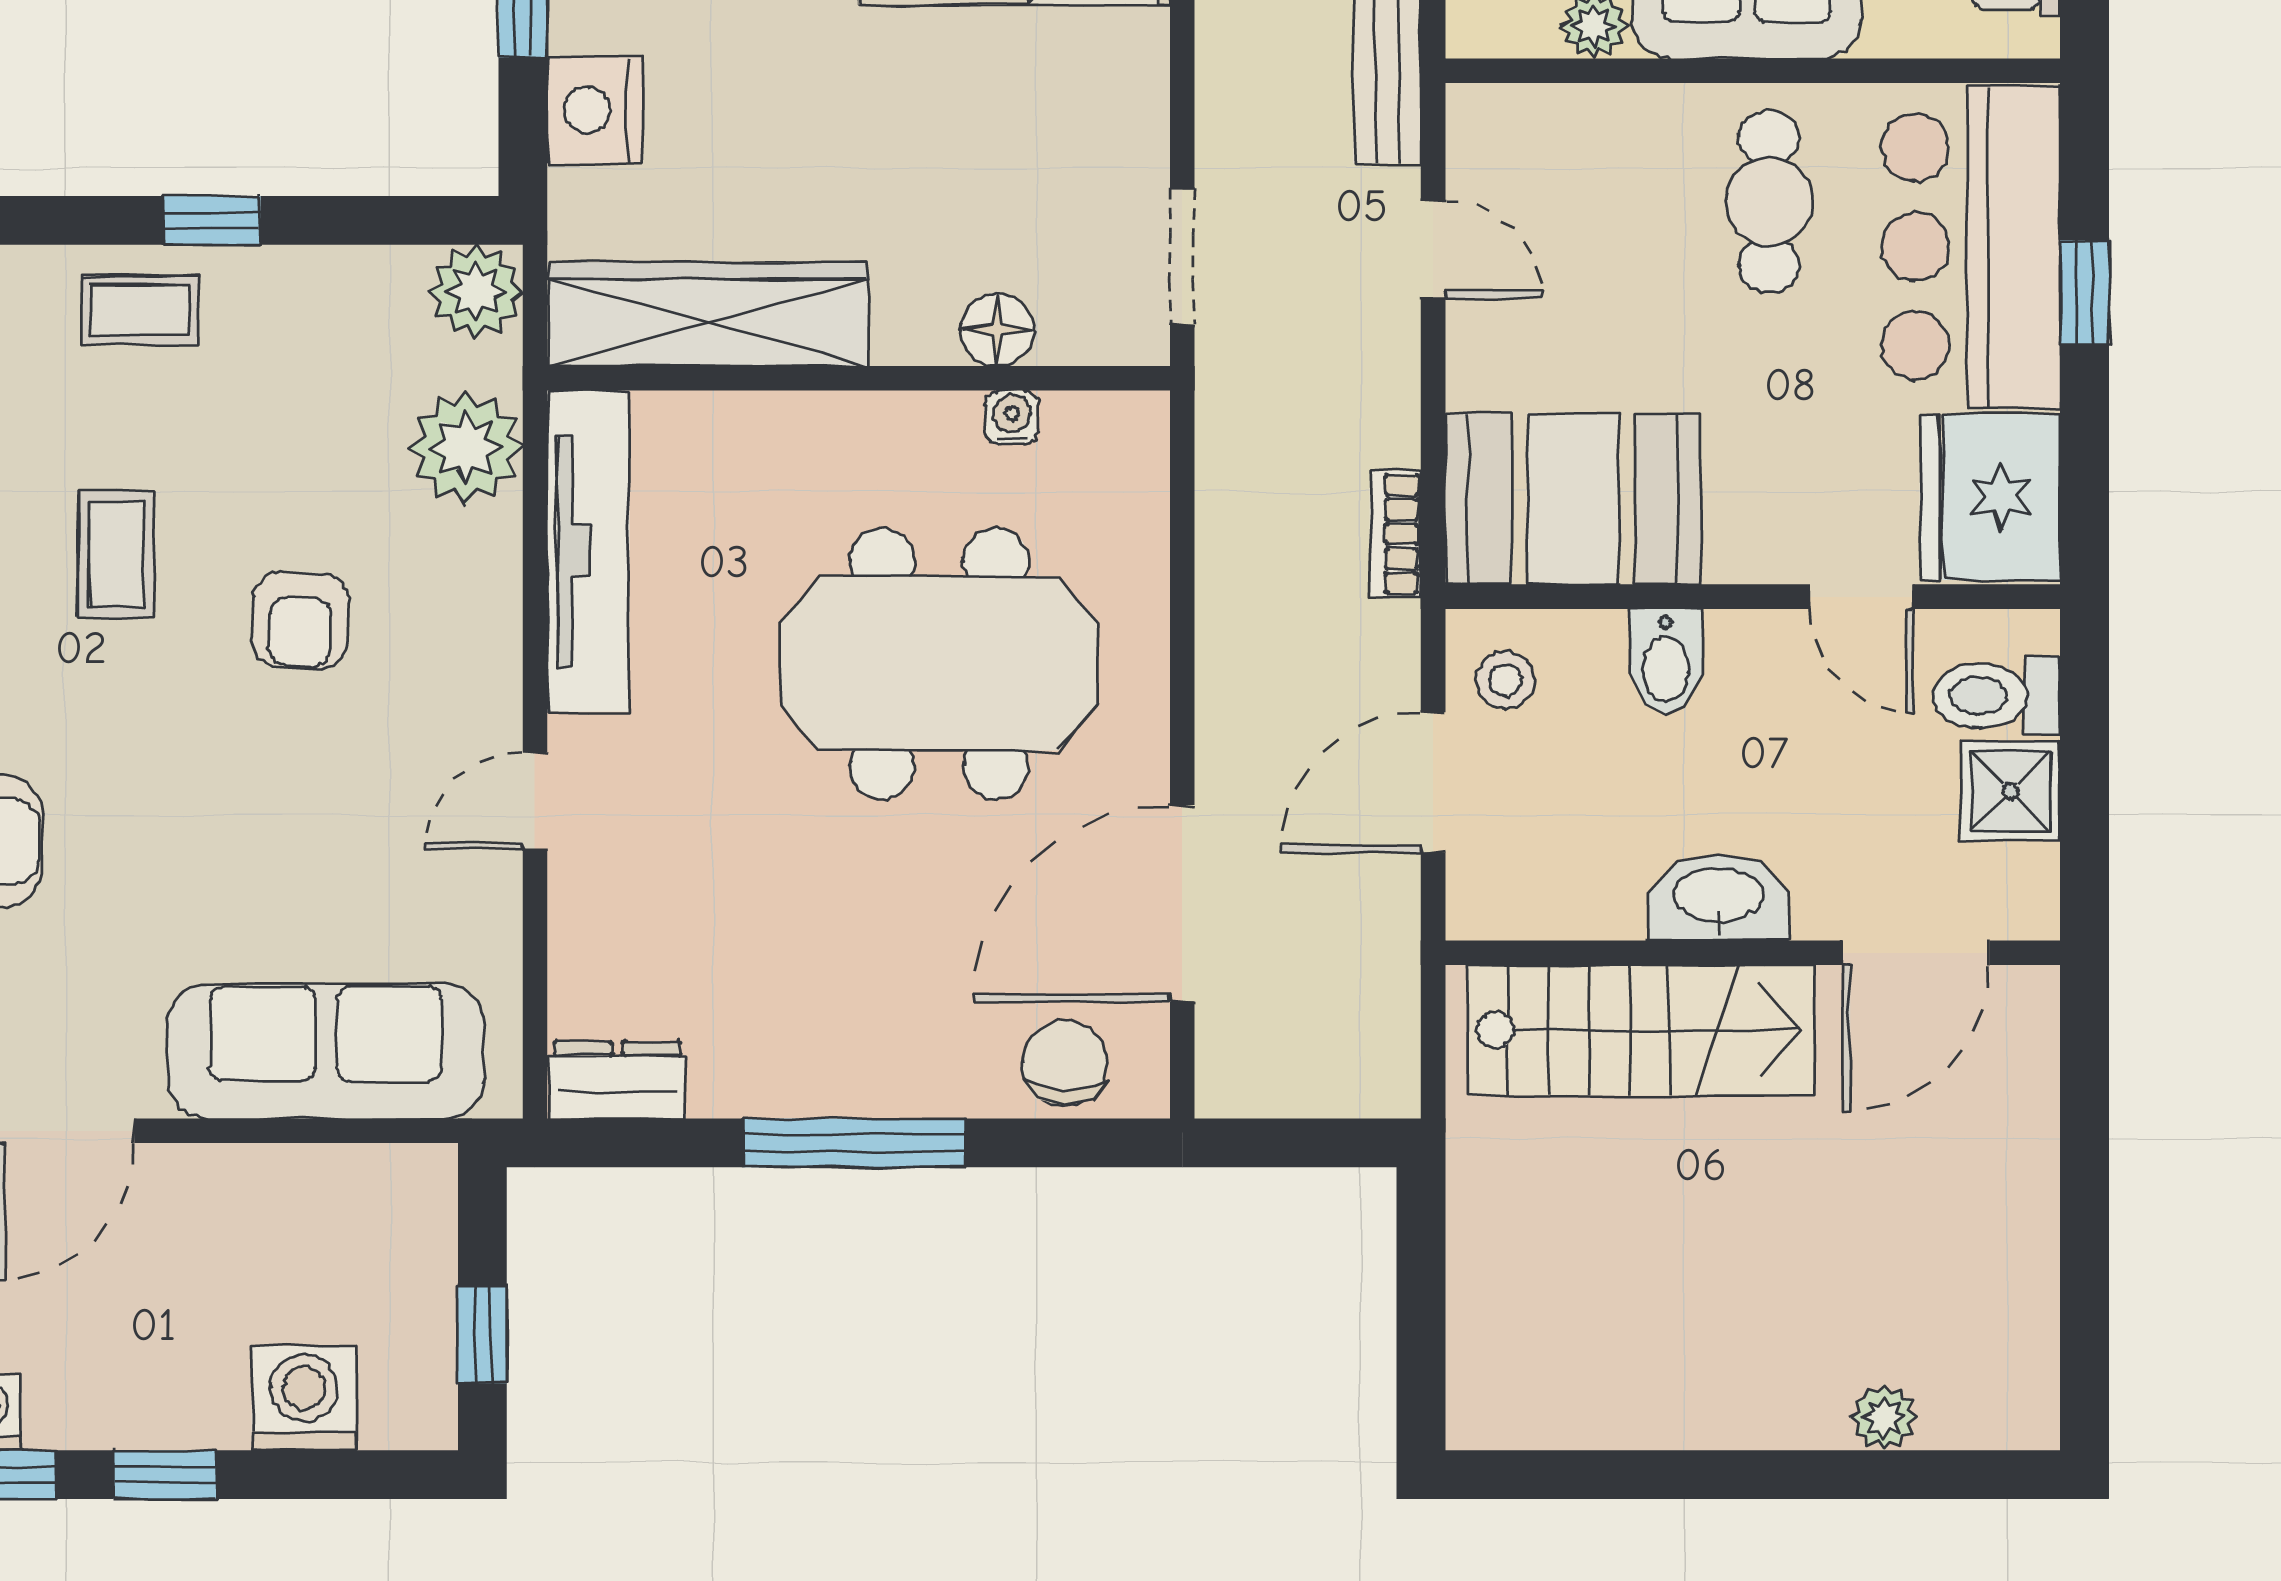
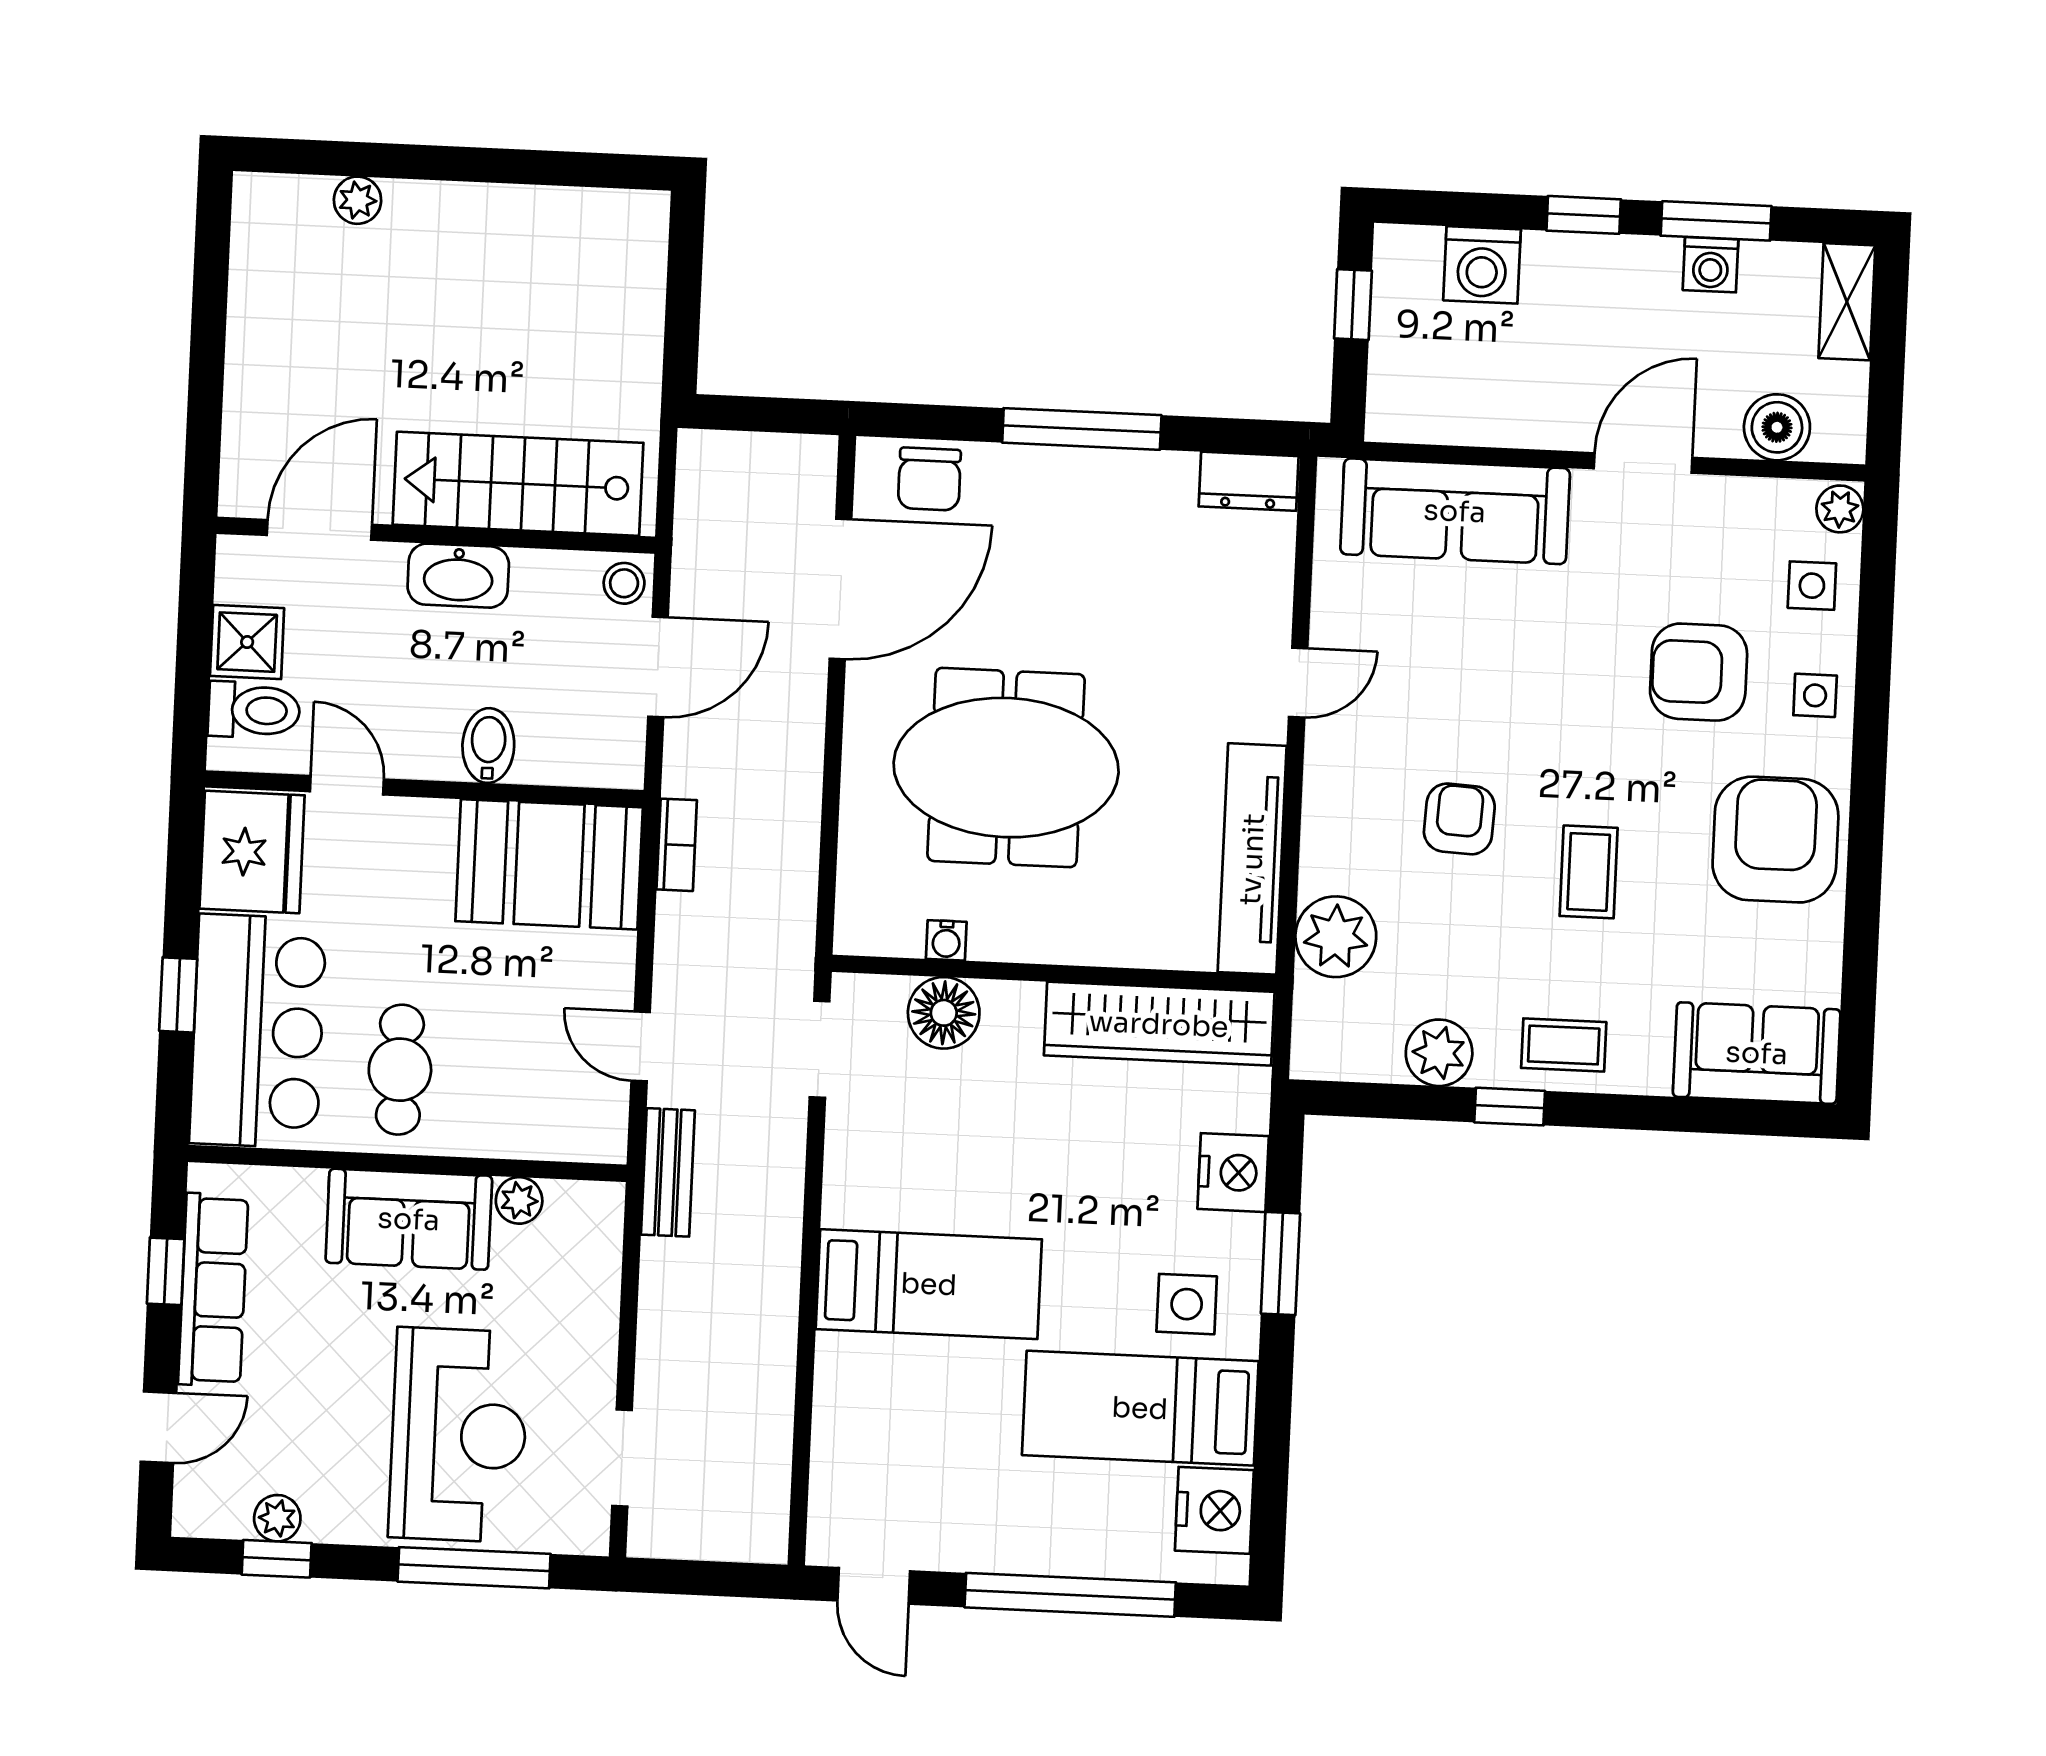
plant: (476, 291) -> (1439, 1053), moved
floor lamp: (997, 329) -> (944, 1013), width x1.38, depth x1.38
stool: (1505, 680) -> (624, 583), moved

